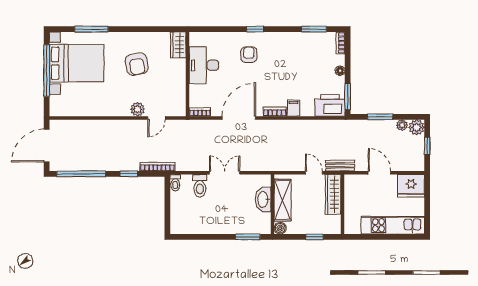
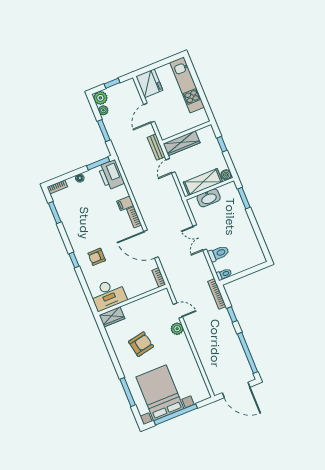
desk: (204, 65) -> (108, 294), moved

